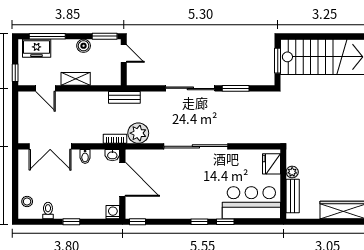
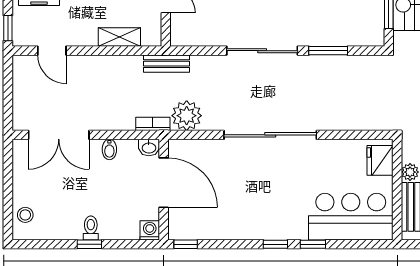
shelving: (76, 79) -> (119, 37), moved
toilet: (48, 211) -> (91, 228), moved

